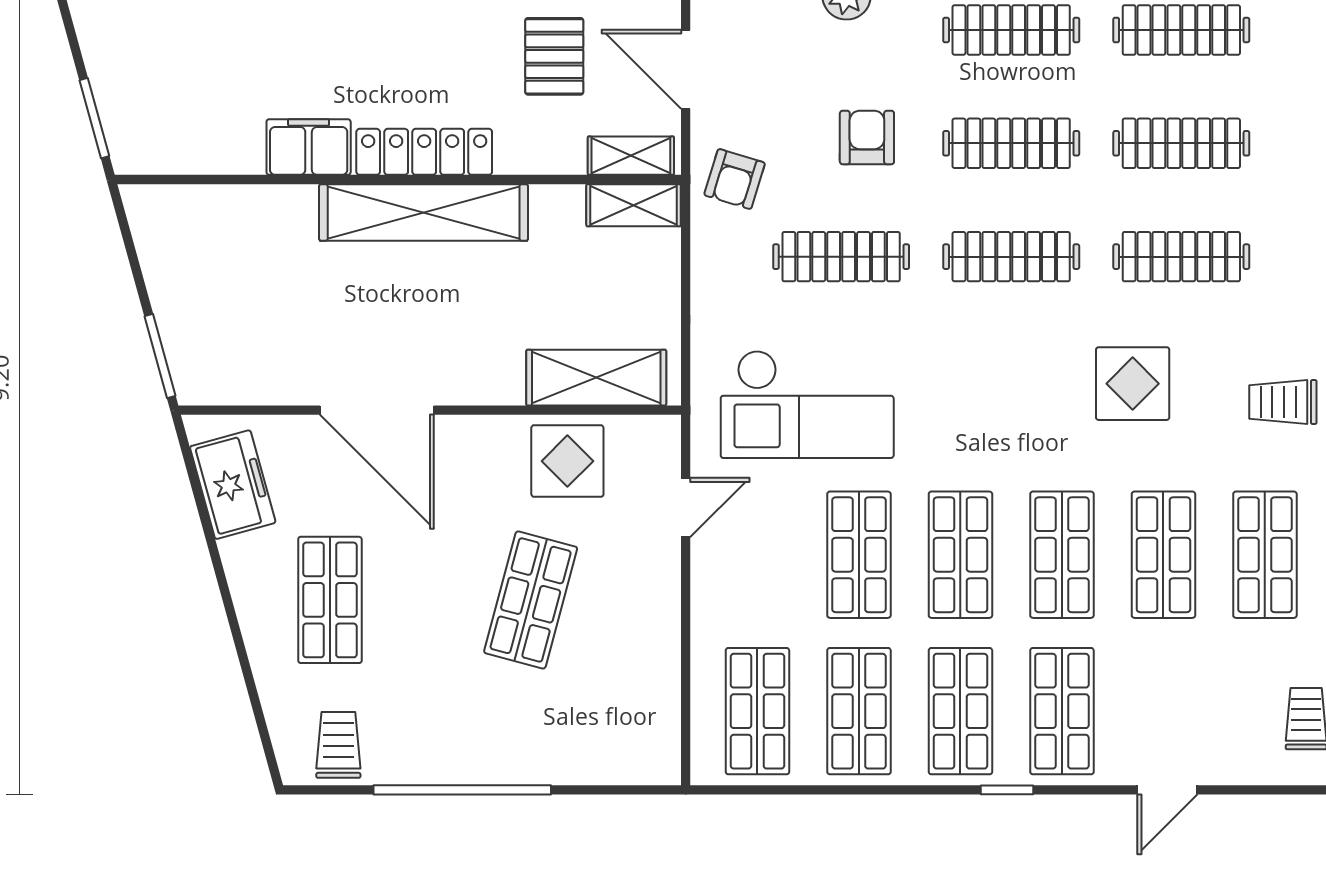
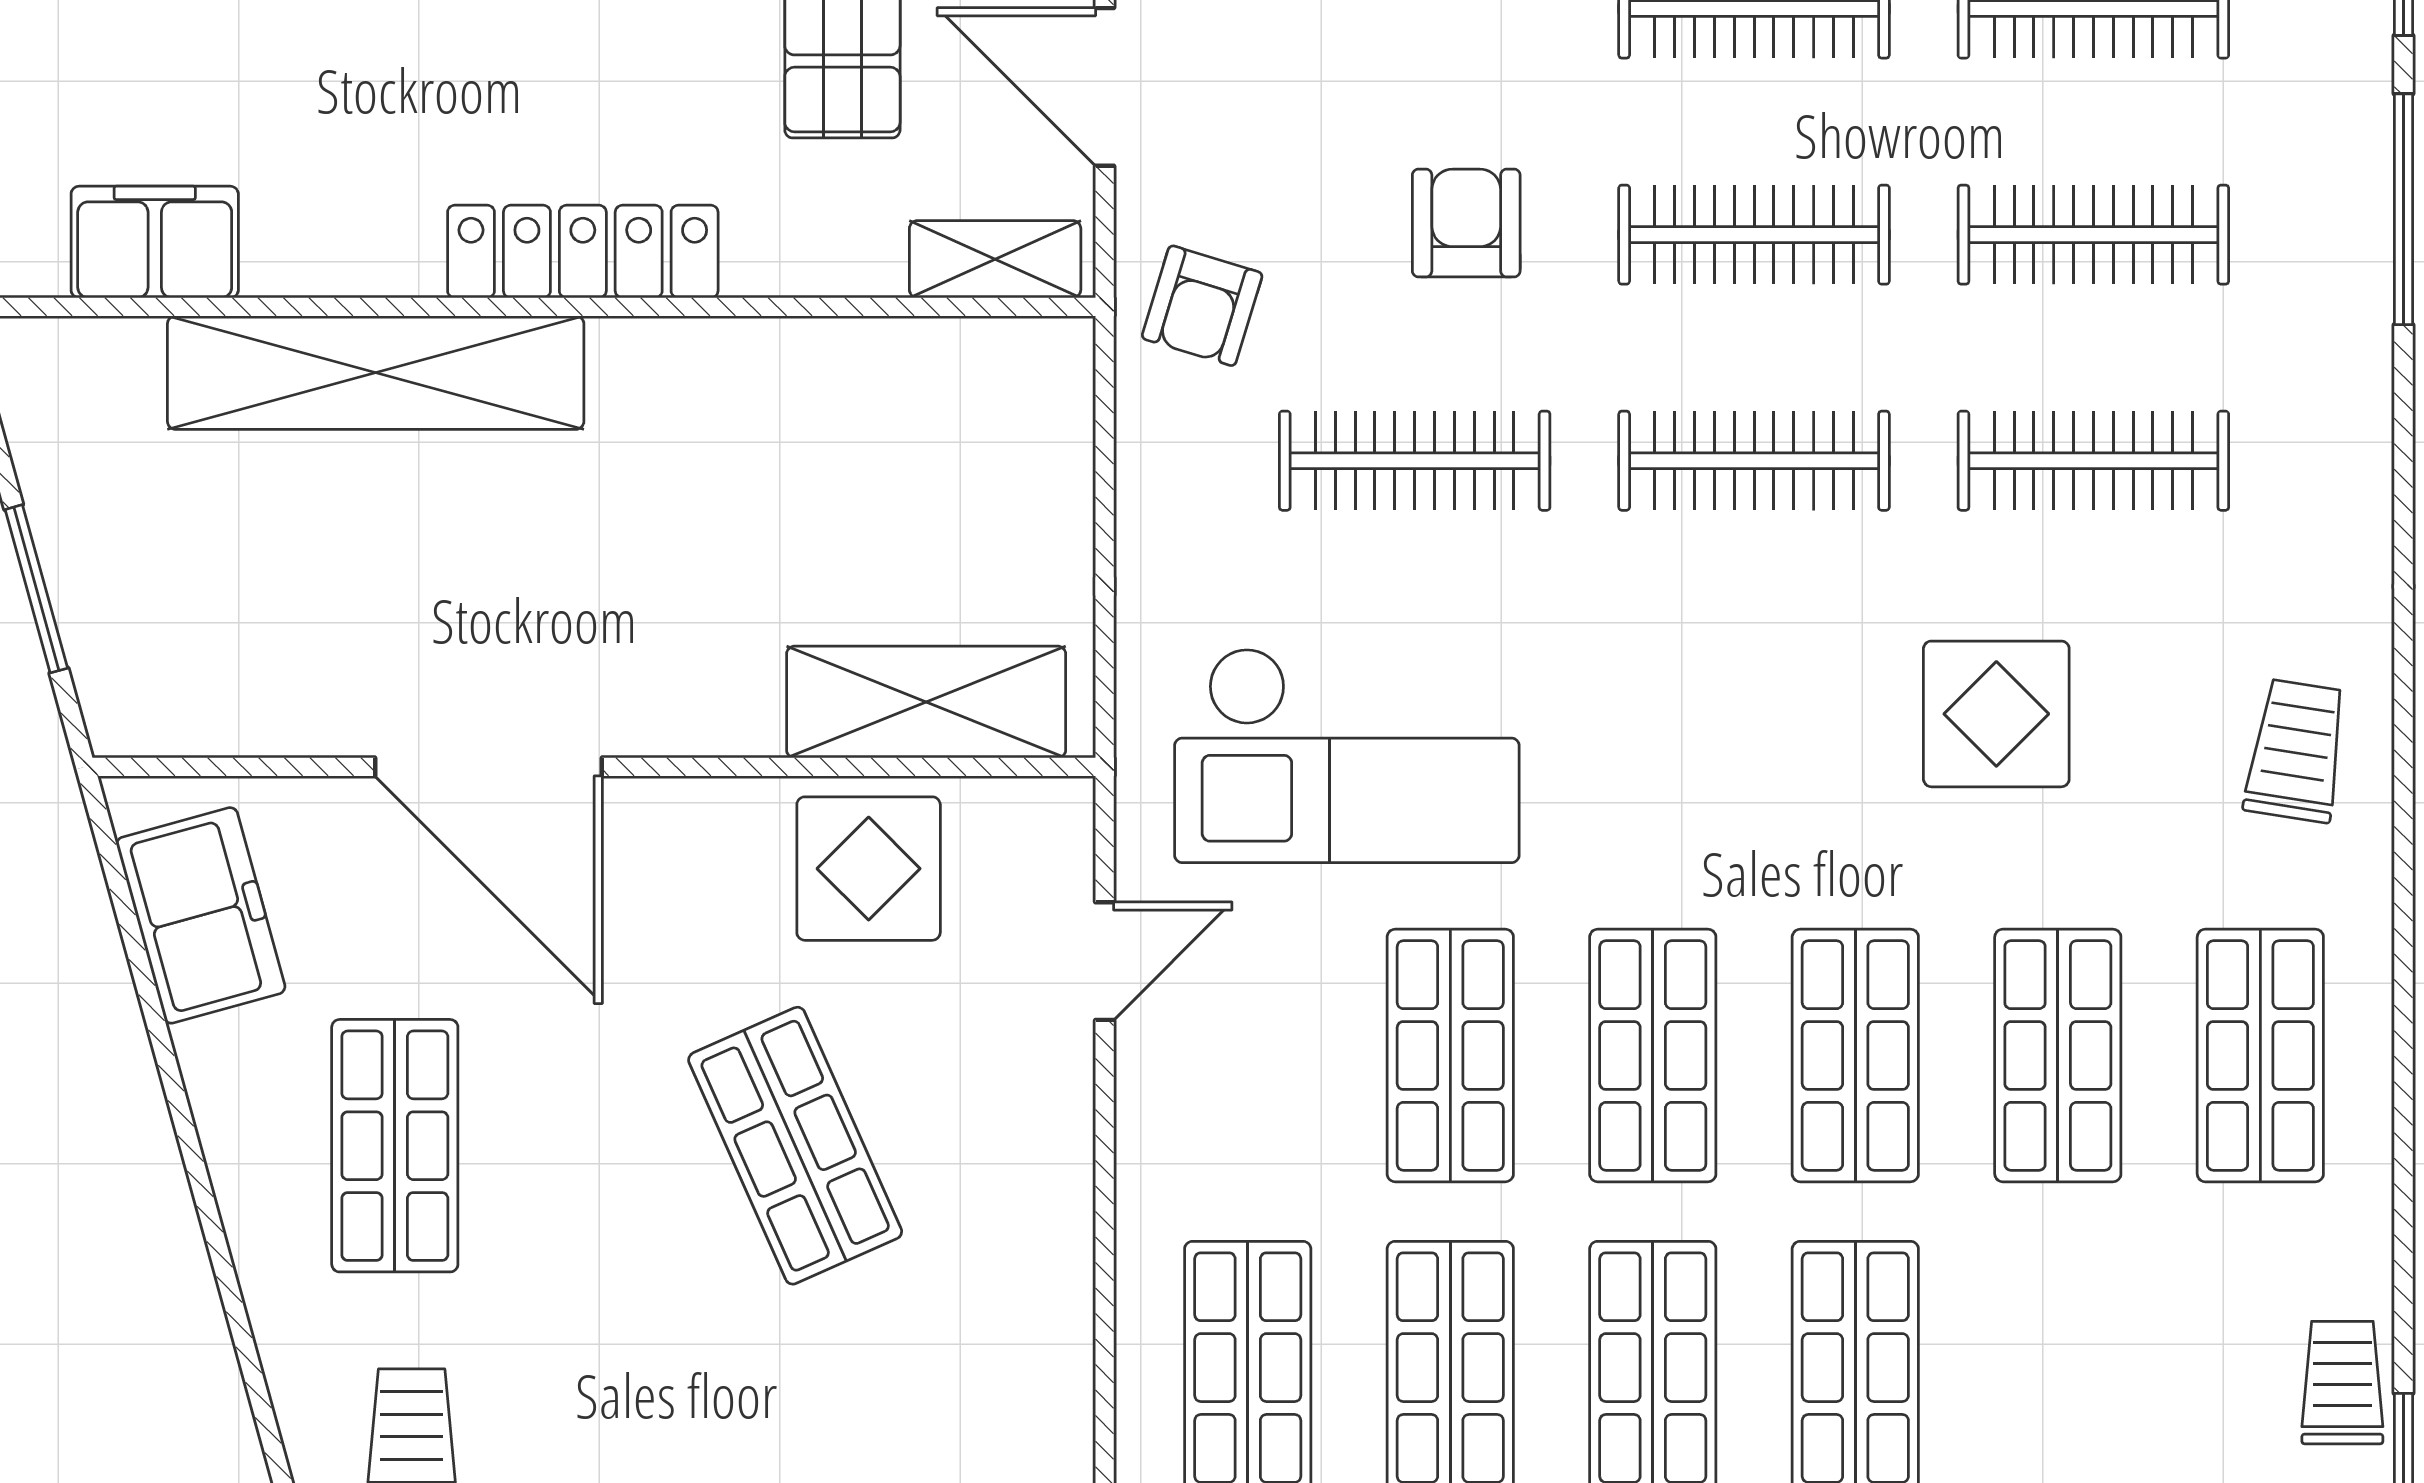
filing cabinet: (309, 147) -> (155, 242), moved
shelving: (634, 205) -> (1001, 358), removed
shelving: (424, 212) -> (376, 373), moved
window: (160, 356) -> (36, 589), moved
trolley: (1283, 402) -> (2296, 751), turned 99
shop shelf: (531, 600) -> (795, 1146), turned -39

